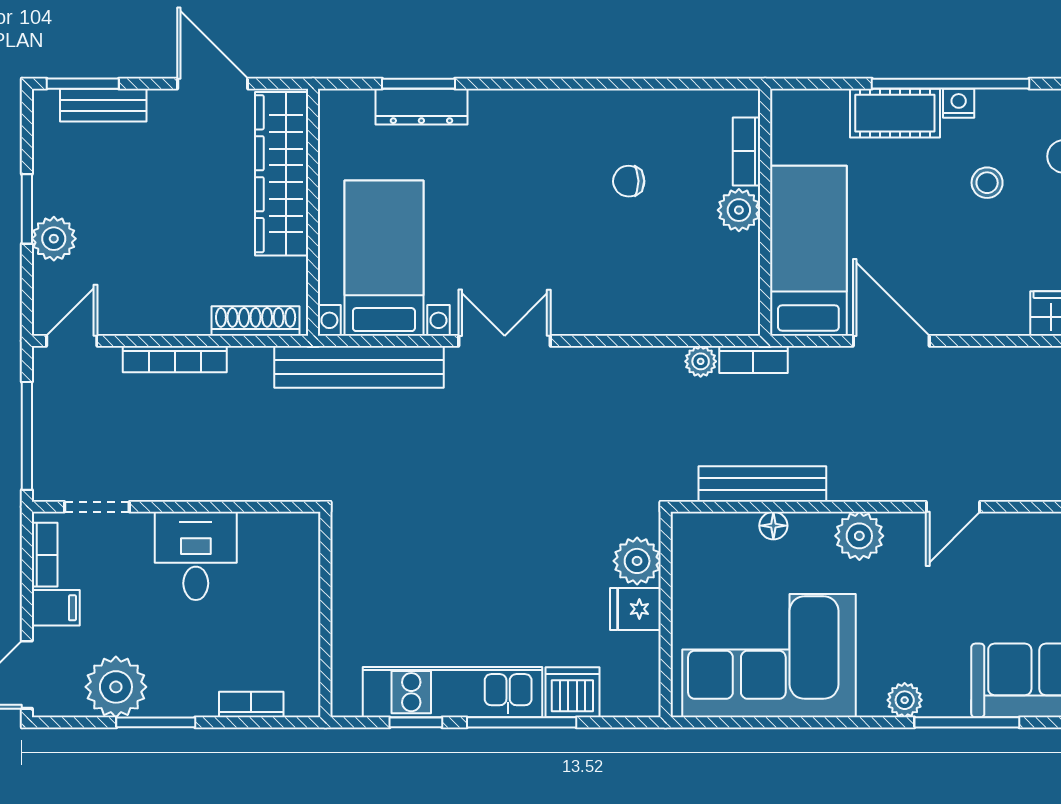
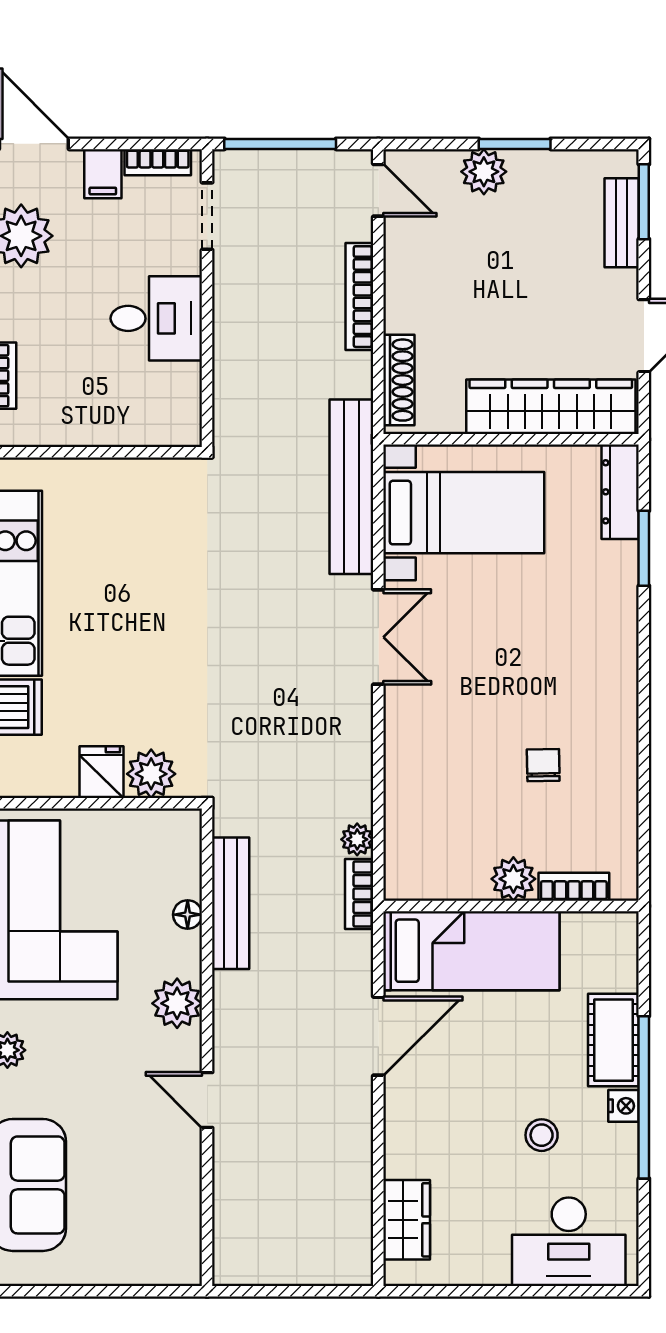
dresser: (421, 107) -> (620, 492), moved

